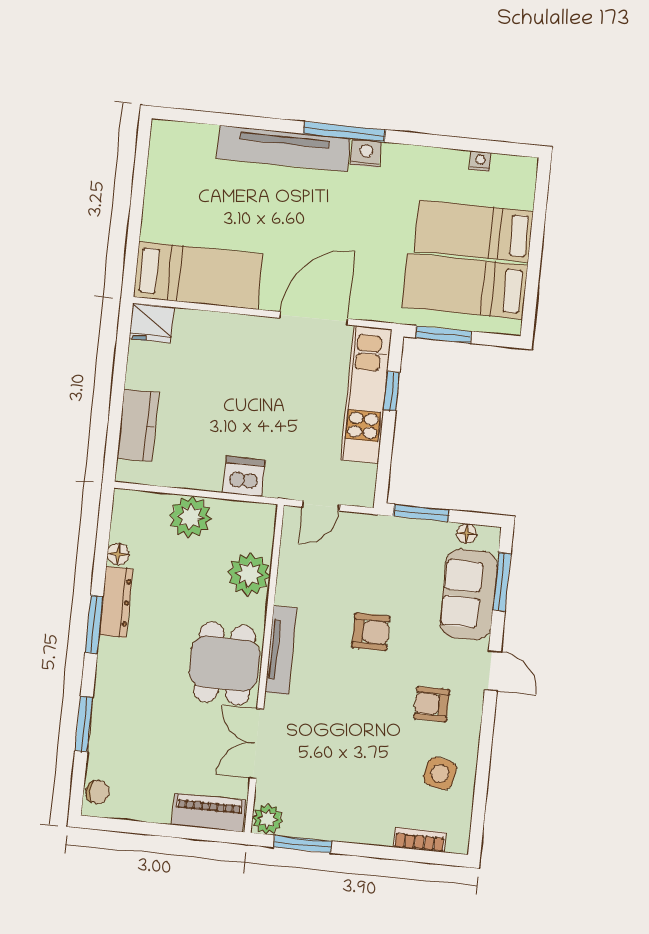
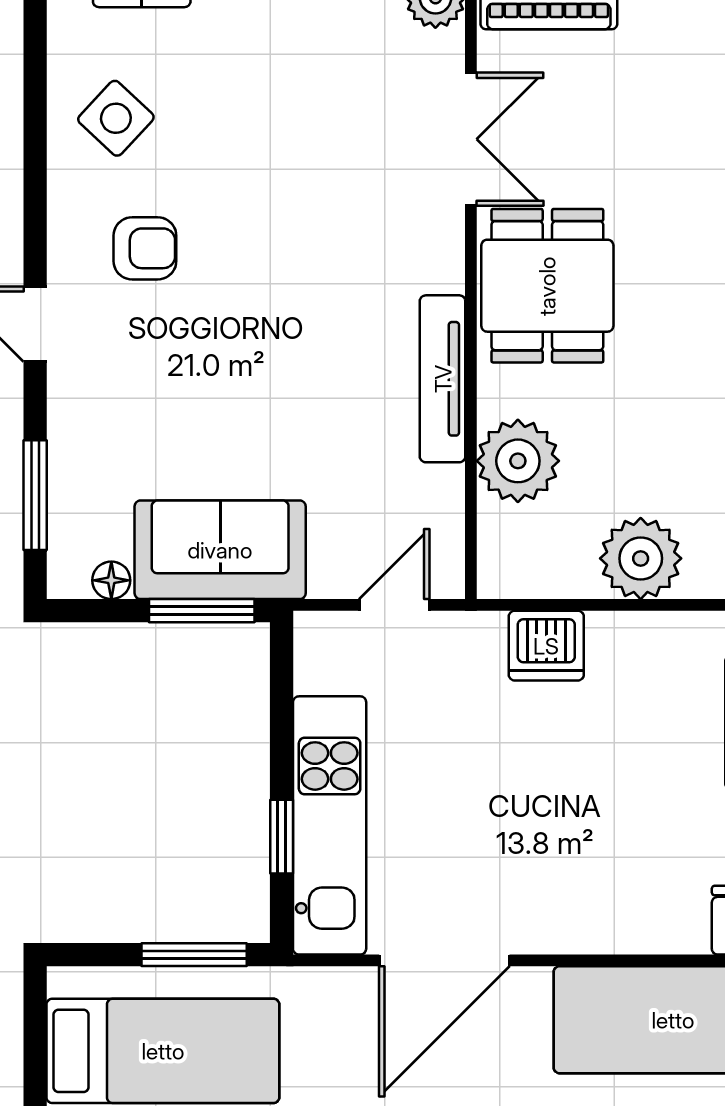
sofa: (469, 594) -> (220, 550), moved, turned -90
armchair: (371, 632) -> (275, 374), removed
tv unit: (281, 650) -> (443, 379), moved
side table: (440, 773) -> (116, 118), turned 31

